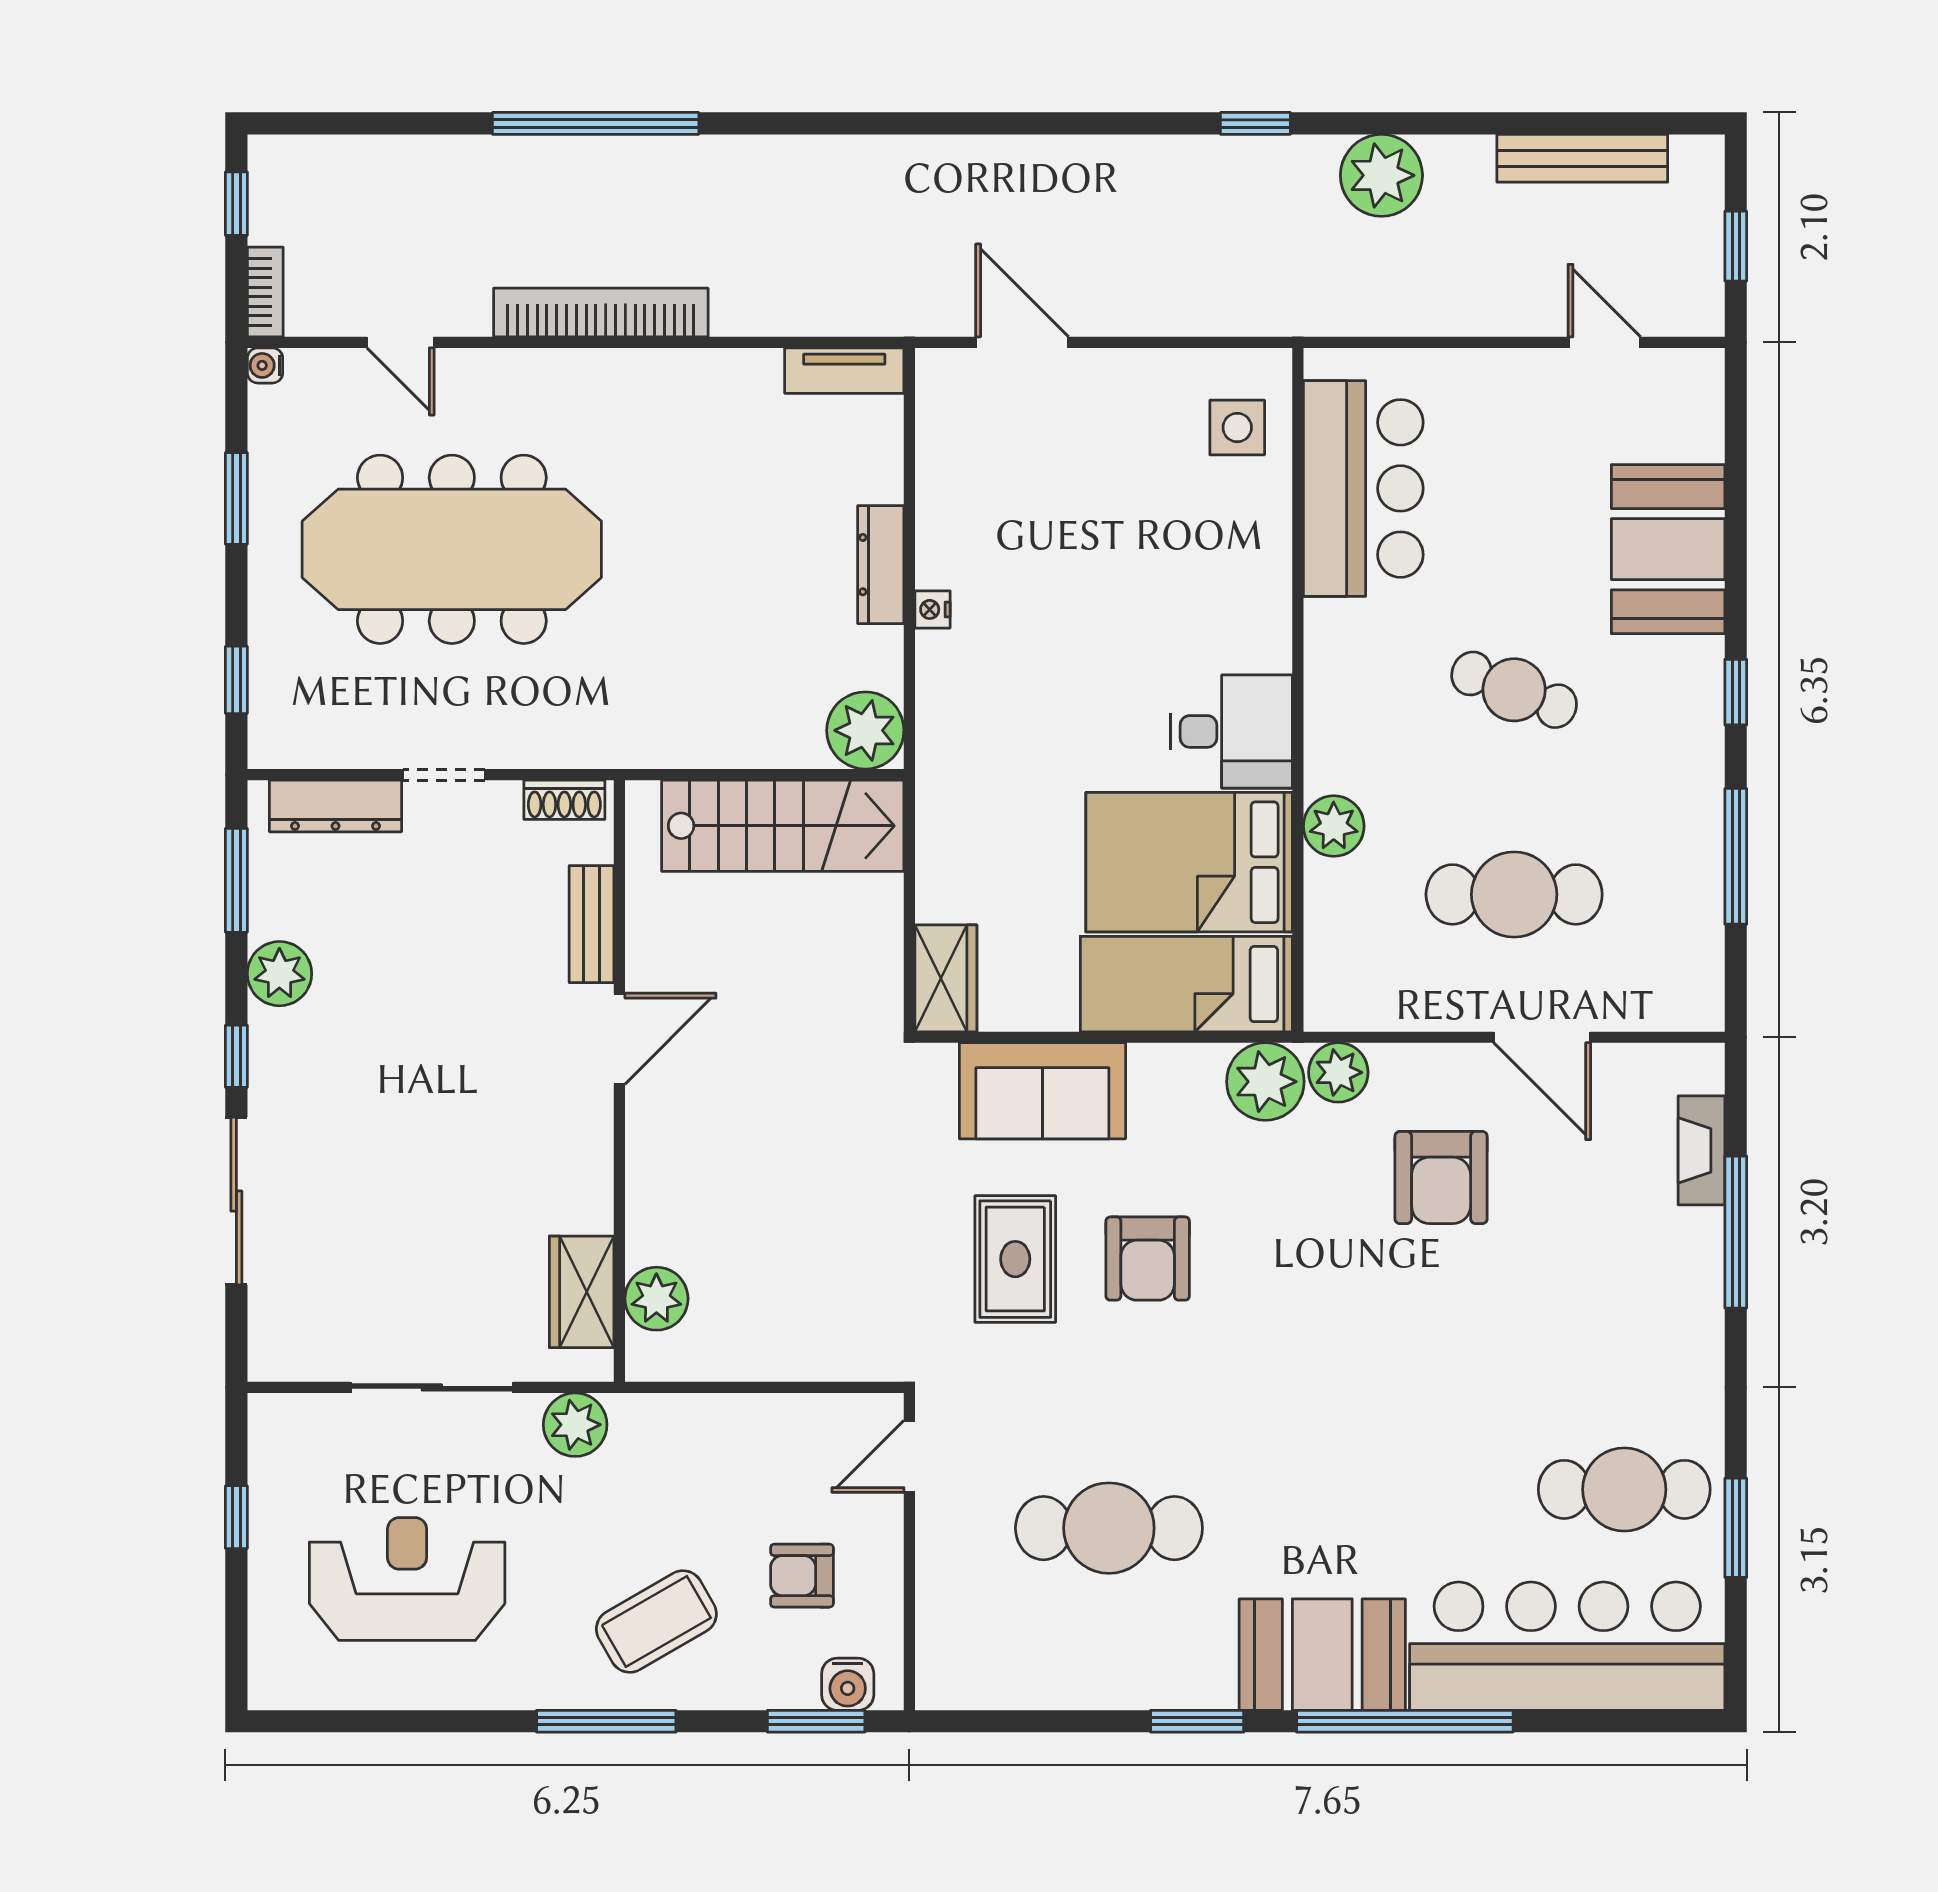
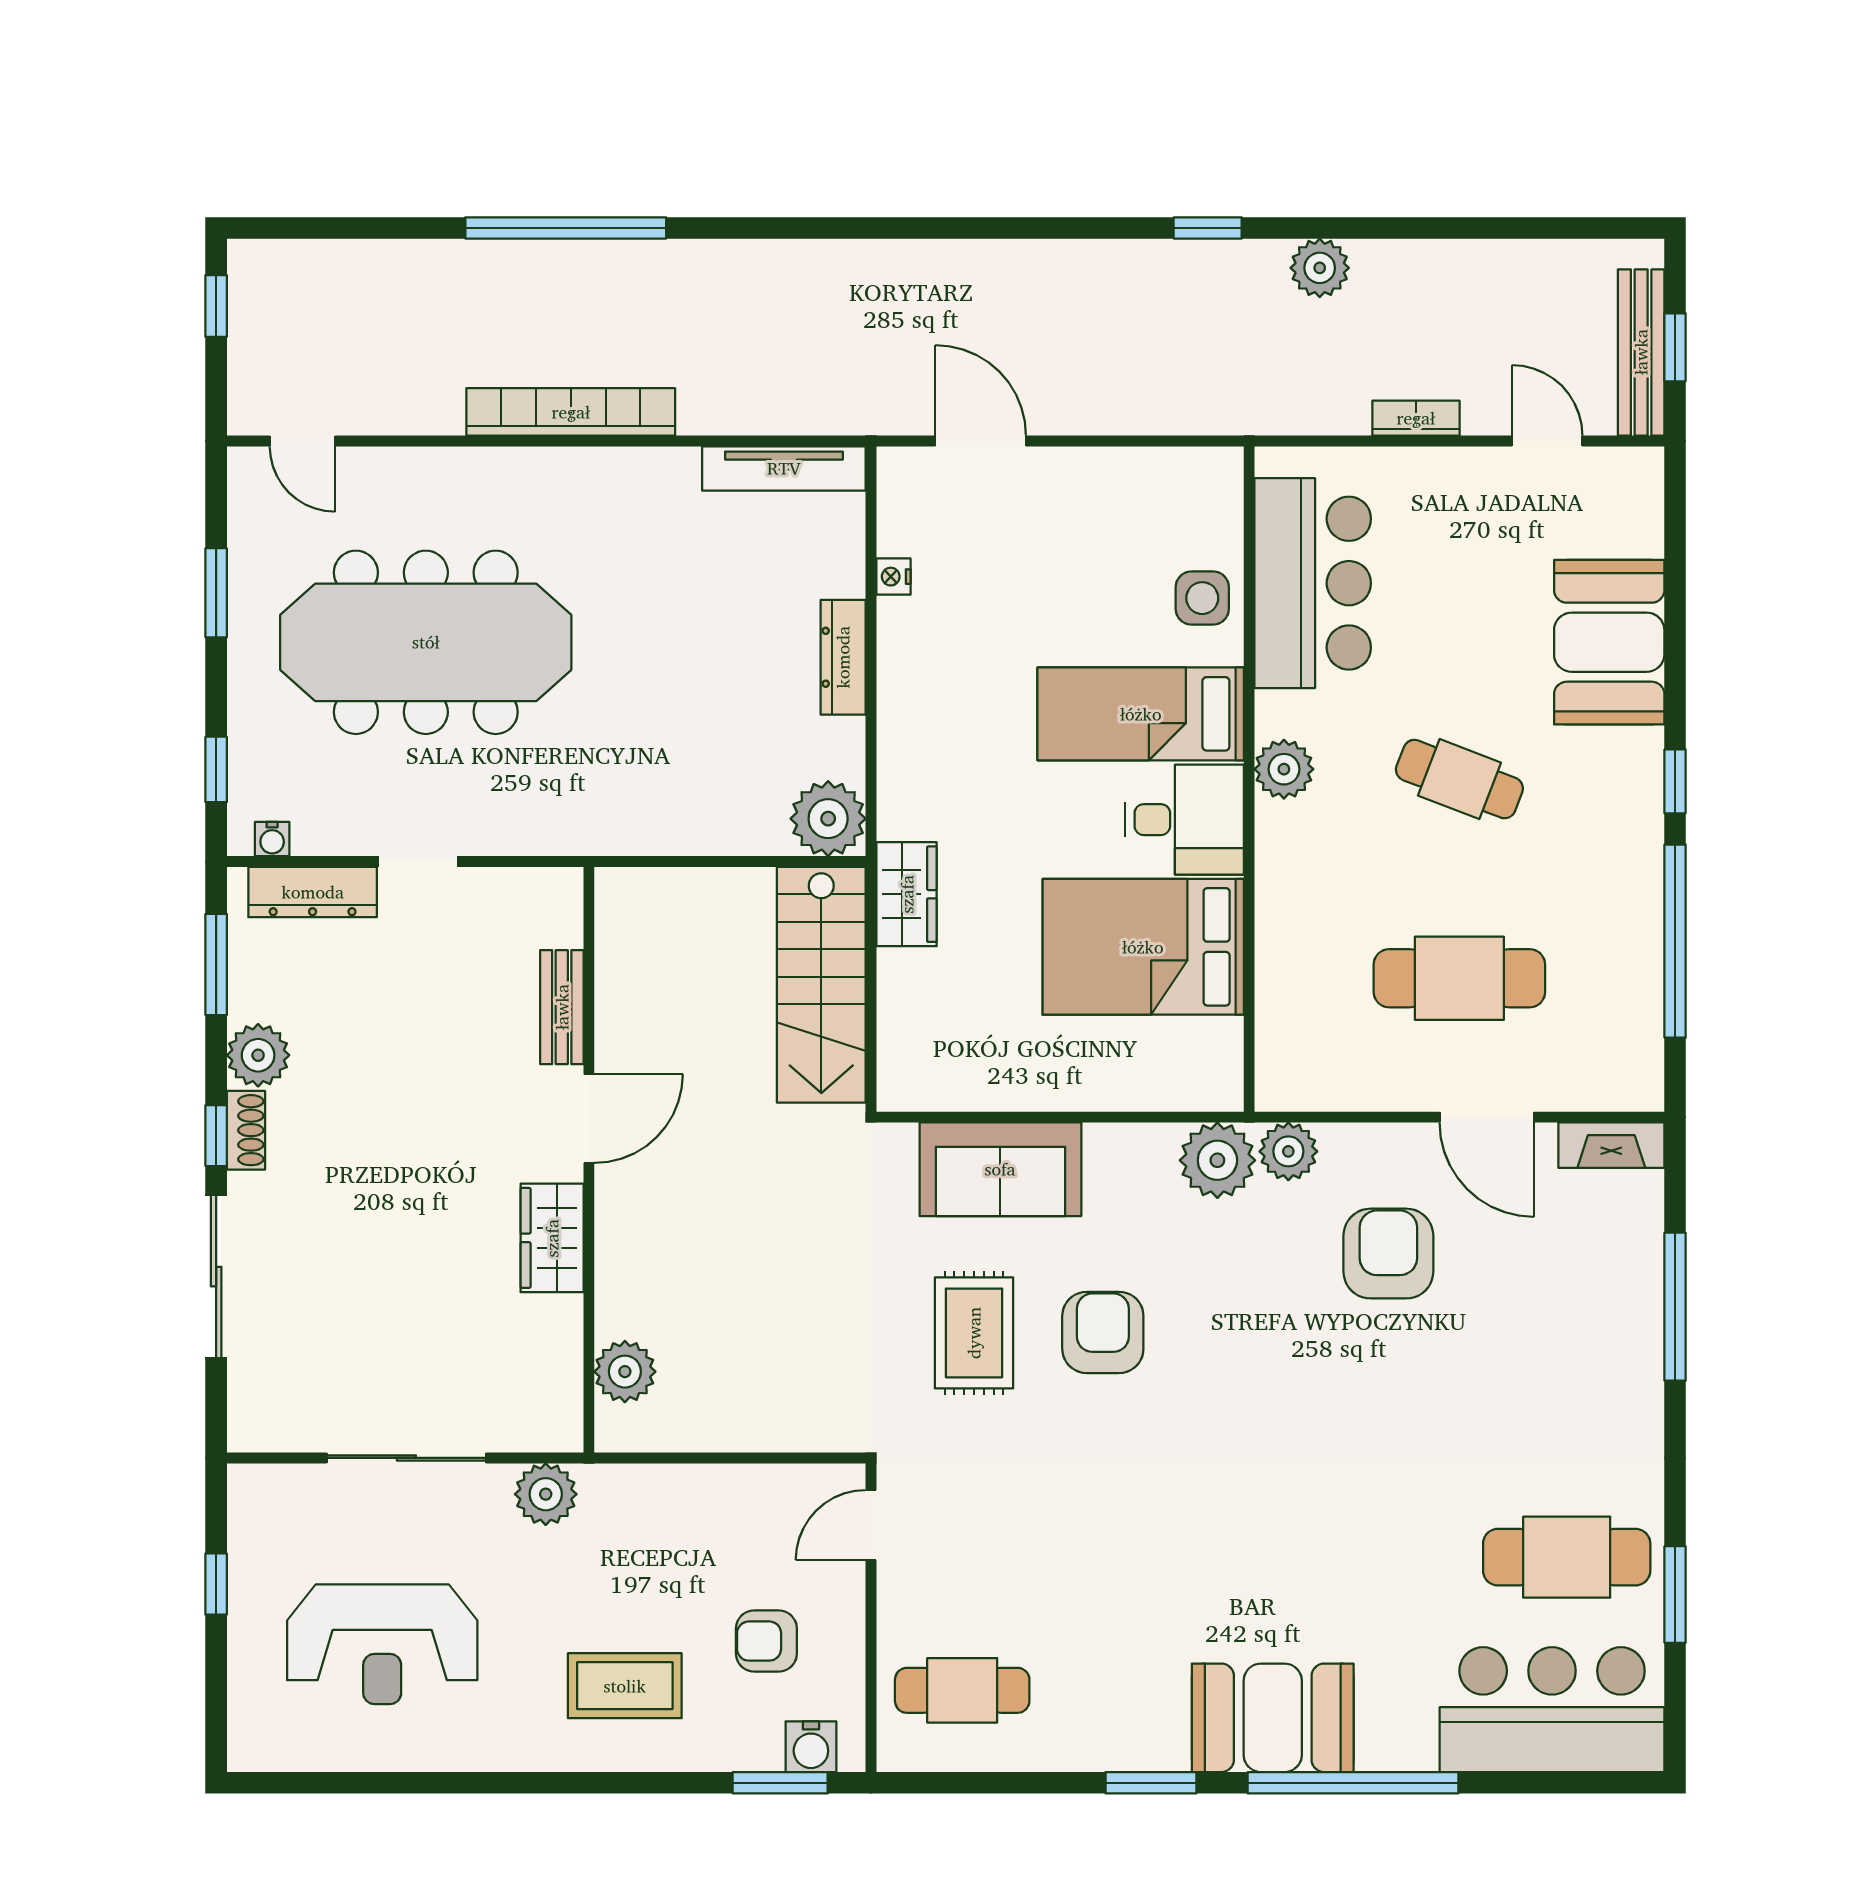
bench: (1582, 158) -> (1641, 352), moved, turned 90
plant: (1381, 175) -> (1320, 268), width x0.73, depth x0.73
bookcase: (265, 292) -> (1416, 418), moved, turned -90
door: (401, 342) -> (302, 441), moved
water cooler: (265, 365) -> (272, 839), moved, turned -90
tv unit: (844, 371) -> (784, 468), width x1.41
side table: (1237, 428) -> (1202, 598), moved
nightstand: (932, 609) -> (893, 577), moved
shoe rack: (564, 800) -> (246, 1130), moved, turned -90
stairs: (783, 826) -> (821, 985), moved, turned 90
plant: (1334, 826) -> (1284, 769), moved
window: (1736, 856) -> (1675, 941), width x1.46
wardrobe: (946, 978) -> (907, 894), moved
bed: (1186, 984) -> (1141, 714), moved
fireplace: (1701, 1150) -> (1611, 1145), moved, turned -90
armchair: (1441, 1177) -> (1388, 1254), turned 180
armchair: (1148, 1259) -> (1103, 1332), turned 180
wardrobe: (582, 1292) -> (552, 1238), moved
cafe table: (1109, 1528) -> (962, 1690), moved, width x0.73, depth x0.74
reception desk: (407, 1579) -> (382, 1644), turned 180
coffee table: (656, 1621) -> (625, 1686), turned 30
bar counter: (1567, 1646) -> (1552, 1710), width x0.73
window: (606, 1721) -> (576, 1783), removed

